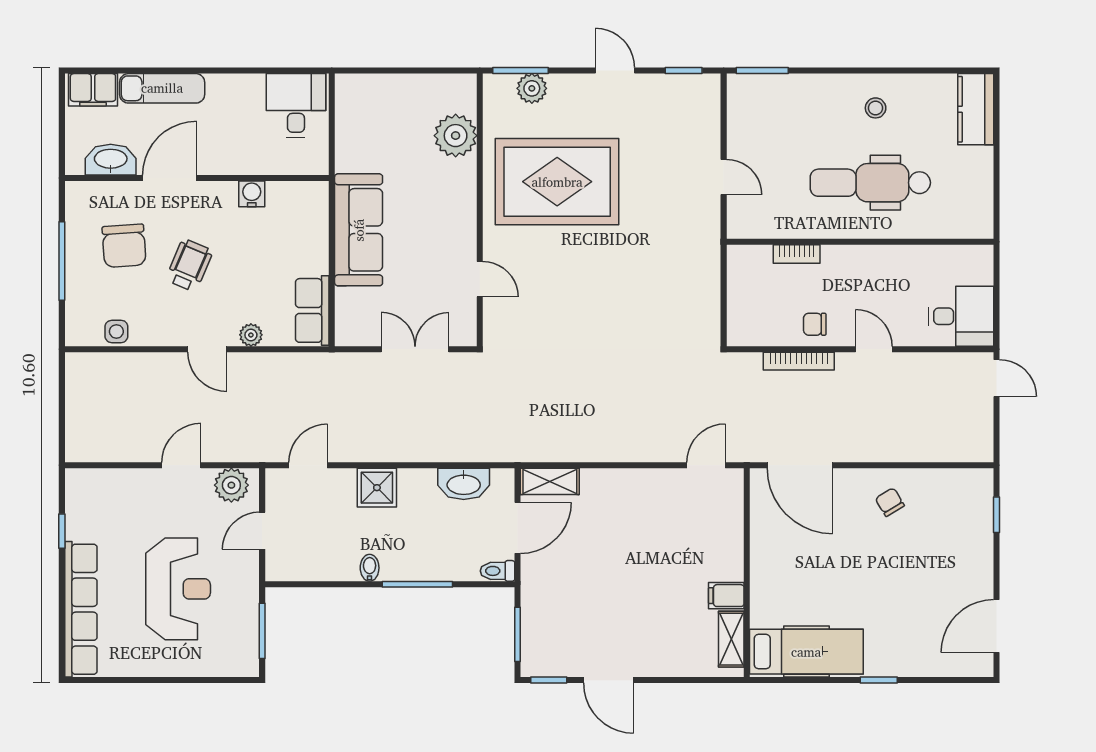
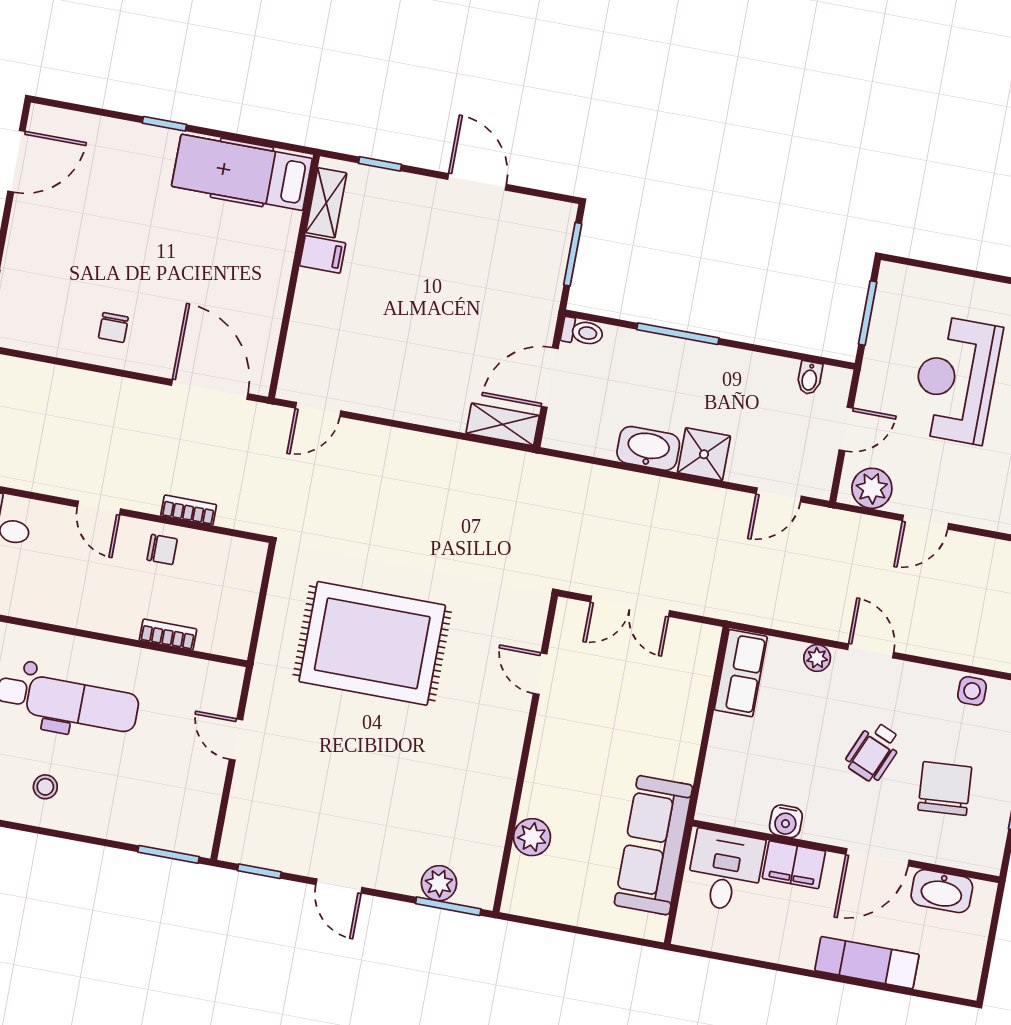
filing cabinet: (93, 90) -> (794, 865), moved, turned 180
desk: (296, 106) -> (725, 871), moved, turned 180
plant: (456, 136) -> (532, 837), width x0.73, depth x0.73
rug: (557, 182) -> (372, 643), moved
sofa: (359, 230) -> (653, 845), moved
bookcase: (799, 361) -> (189, 510), width x0.64
washbasin: (464, 484) -> (648, 448), moved
chair: (890, 502) -> (113, 328), turned 31
bidet: (370, 568) -> (810, 378), moved
window: (549, 680) -> (380, 164), moved

